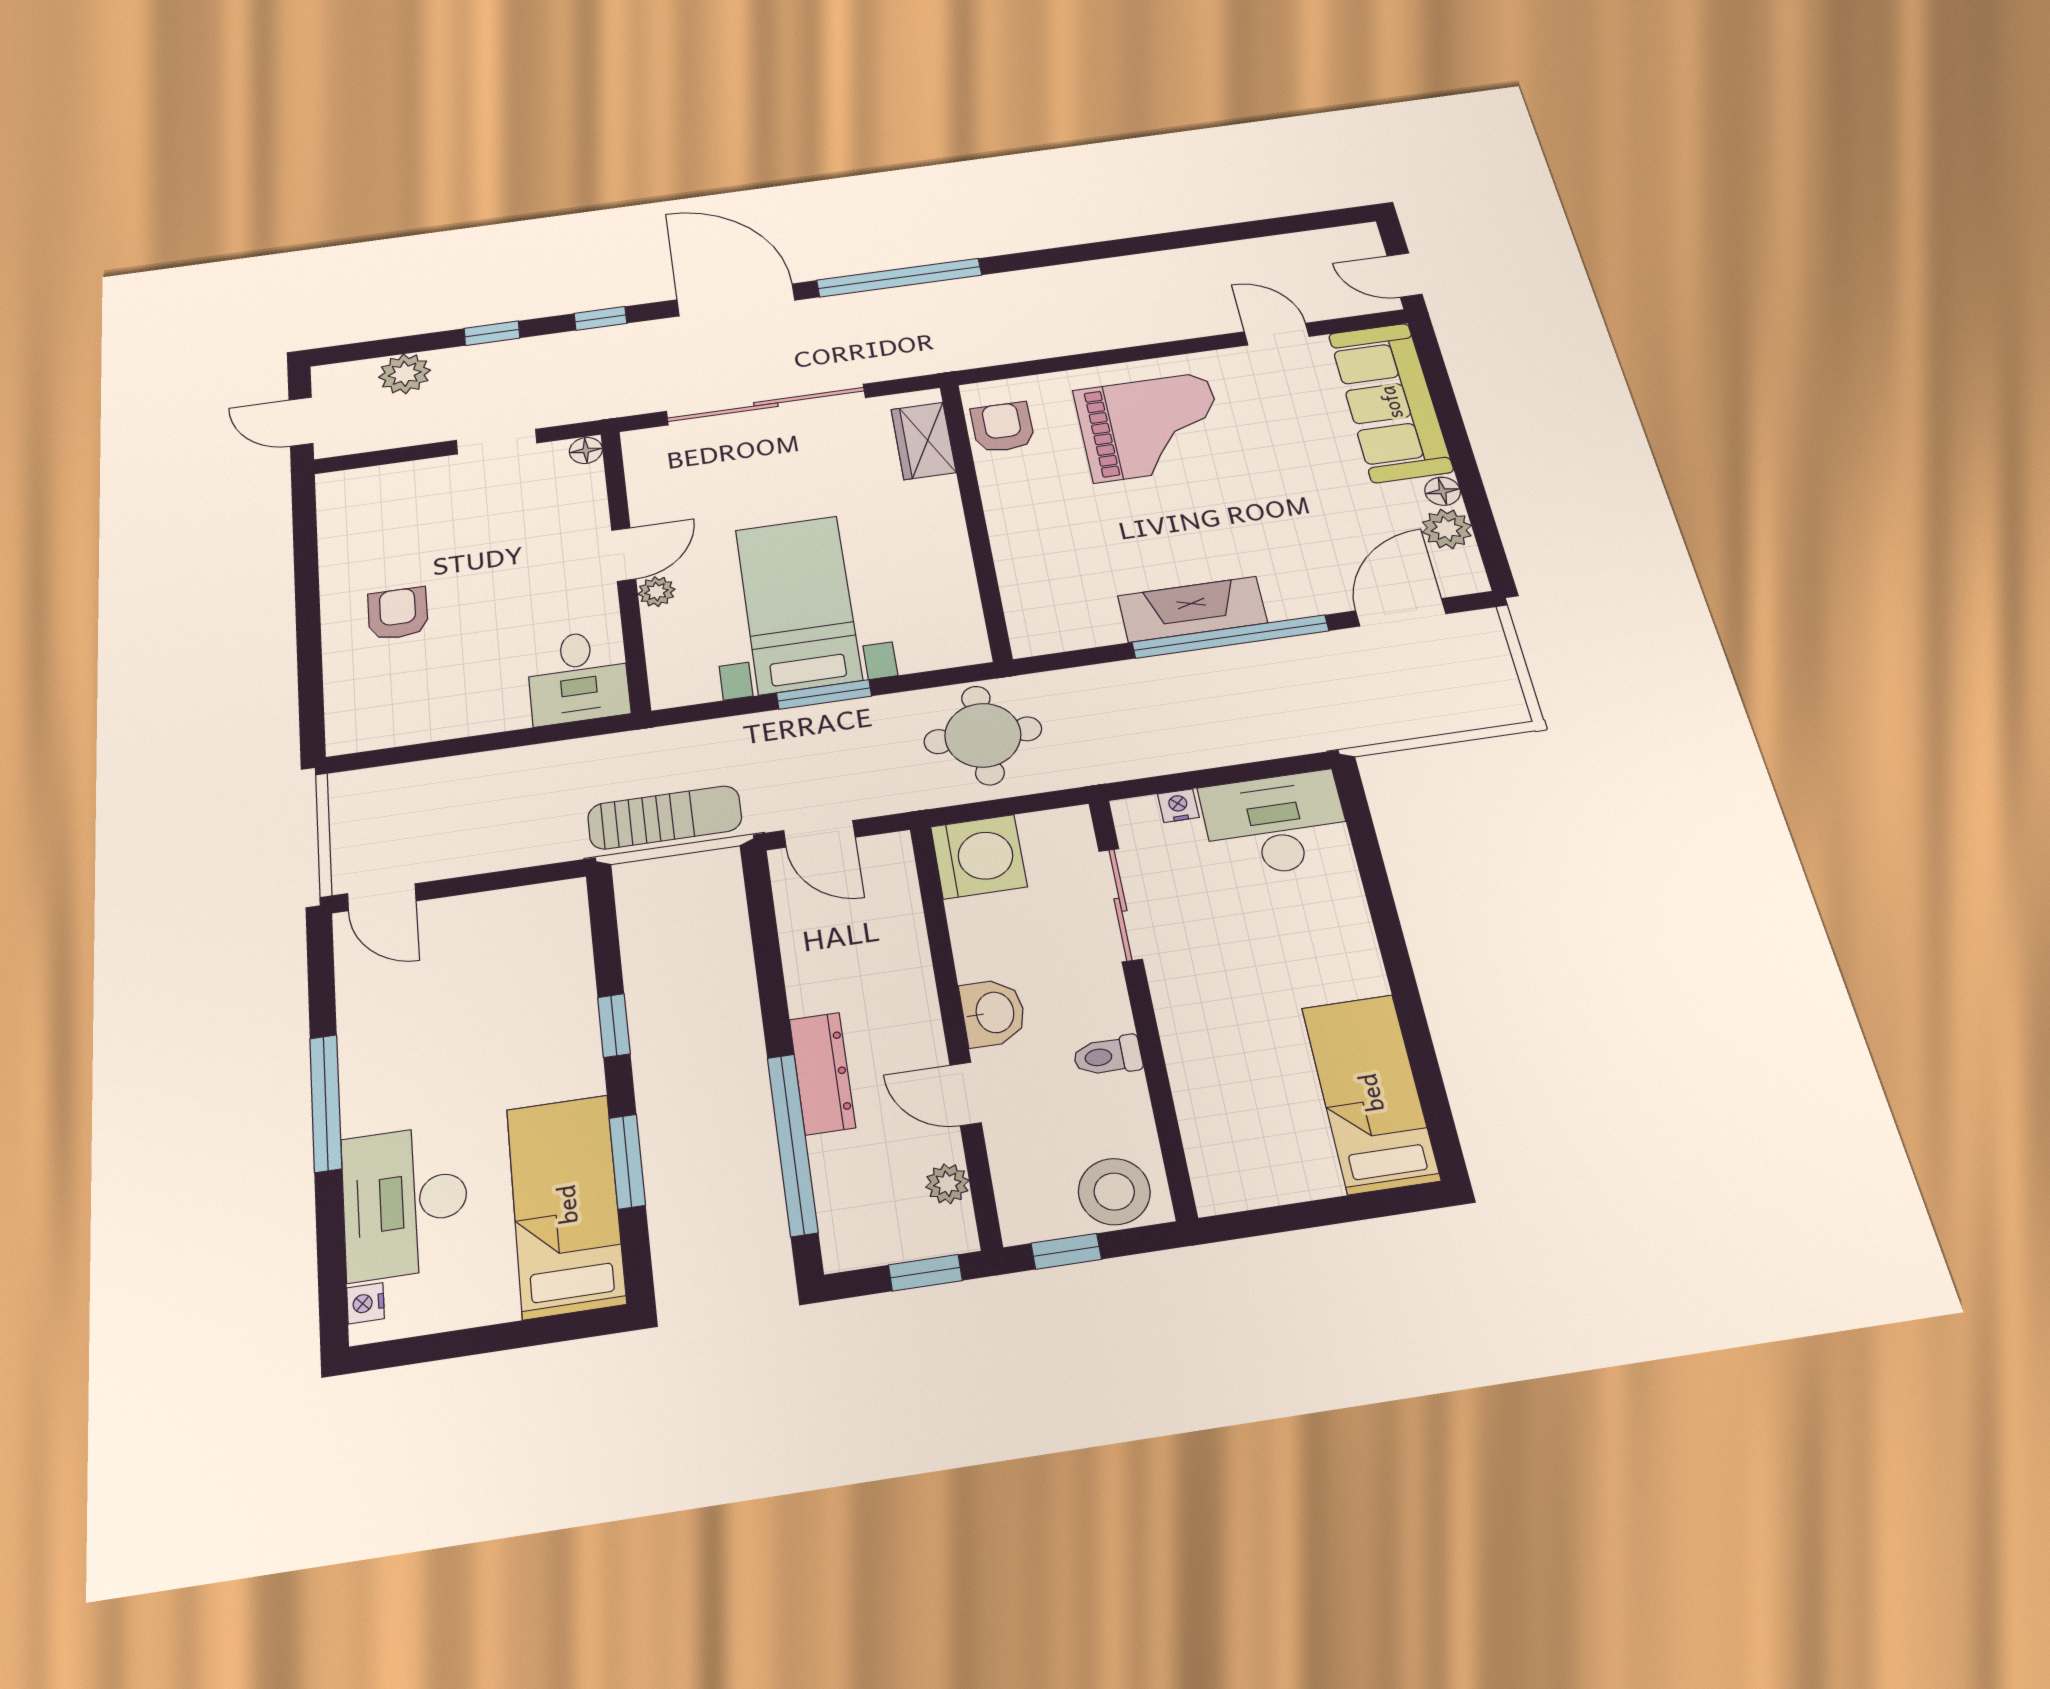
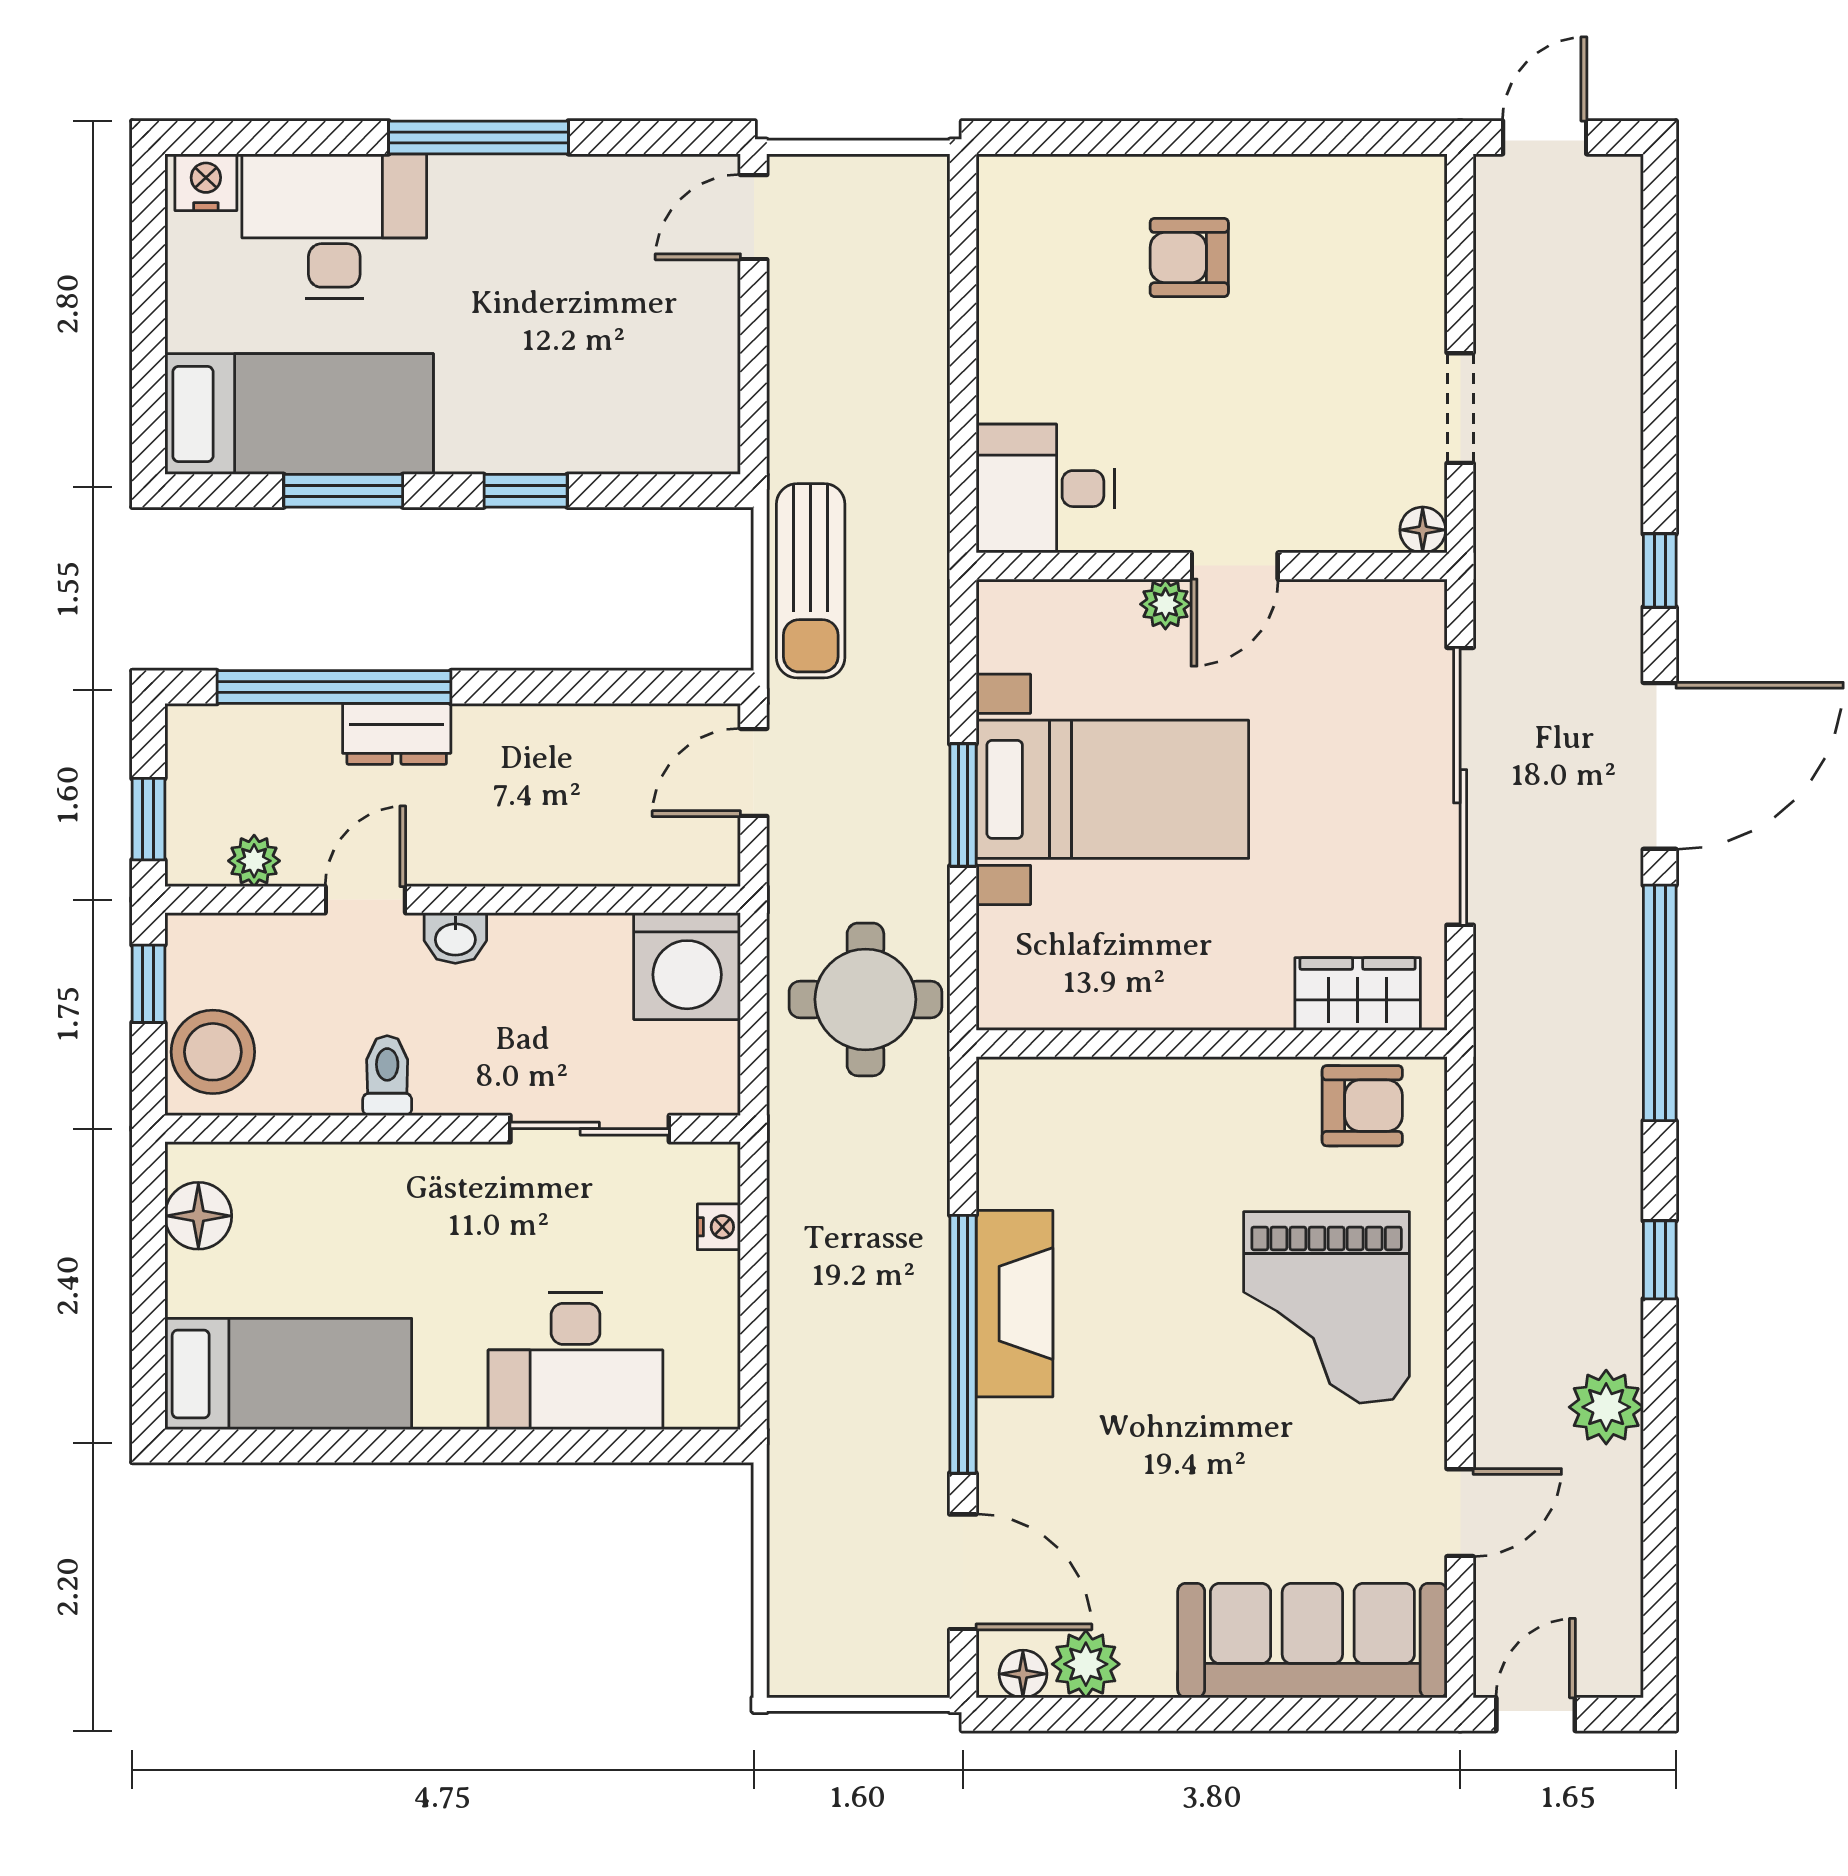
window: (492, 333) -> (1660, 1260), moved
plant: (405, 374) -> (1606, 1407), moved
floor lamp: (1443, 491) -> (1023, 1674), moved
door: (624, 555) -> (1235, 566), hinge flipped
armchair: (398, 614) -> (1189, 258), turned 180
desk: (1276, 824) -> (575, 1361), moved, turned 90
washbasin: (993, 1013) -> (455, 938), width x0.72, depth x0.69
dresser: (822, 1073) -> (397, 734), width x0.70
floor lamp: (1255, 1182) -> (198, 1216), added
nightstand: (366, 1303) -> (206, 182), width x1.39, depth x1.35

